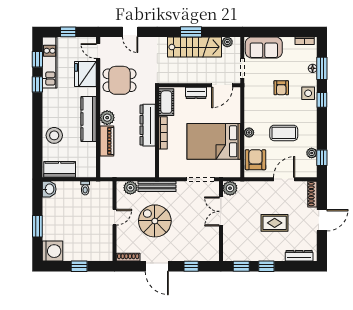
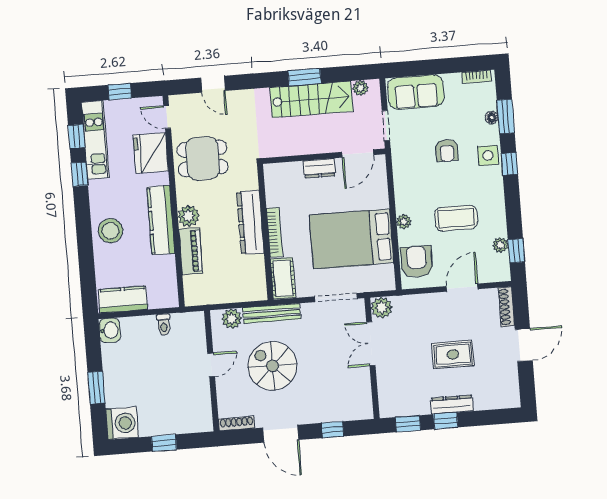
cot: (166, 102) -> (283, 278), moved
stool: (54, 135) -> (110, 231), moved
dresser: (299, 256) -> (452, 405), moved

